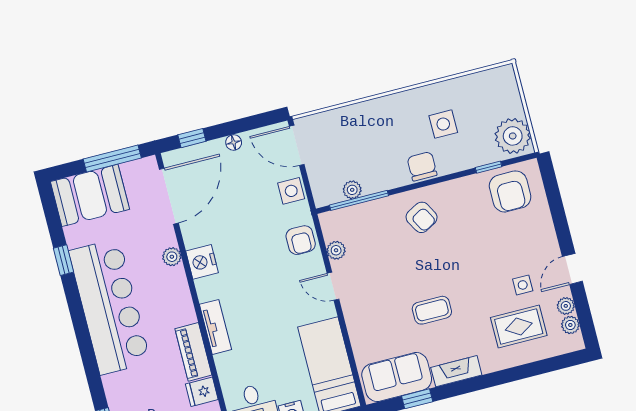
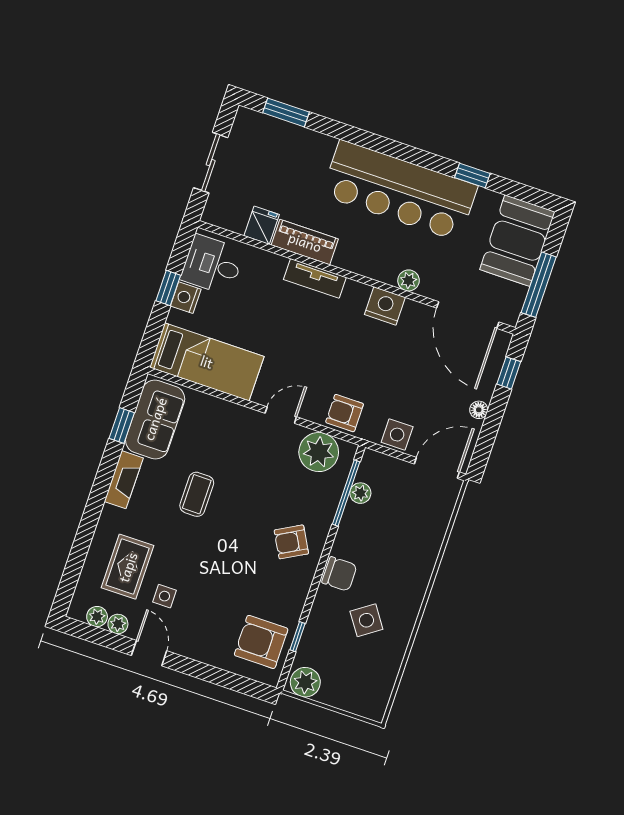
side table: (443, 124) -> (366, 620), turned -35
plant: (513, 136) -> (305, 682), width x0.73, depth x0.73
plant: (336, 250) -> (319, 452), width x1.88, depth x1.88

